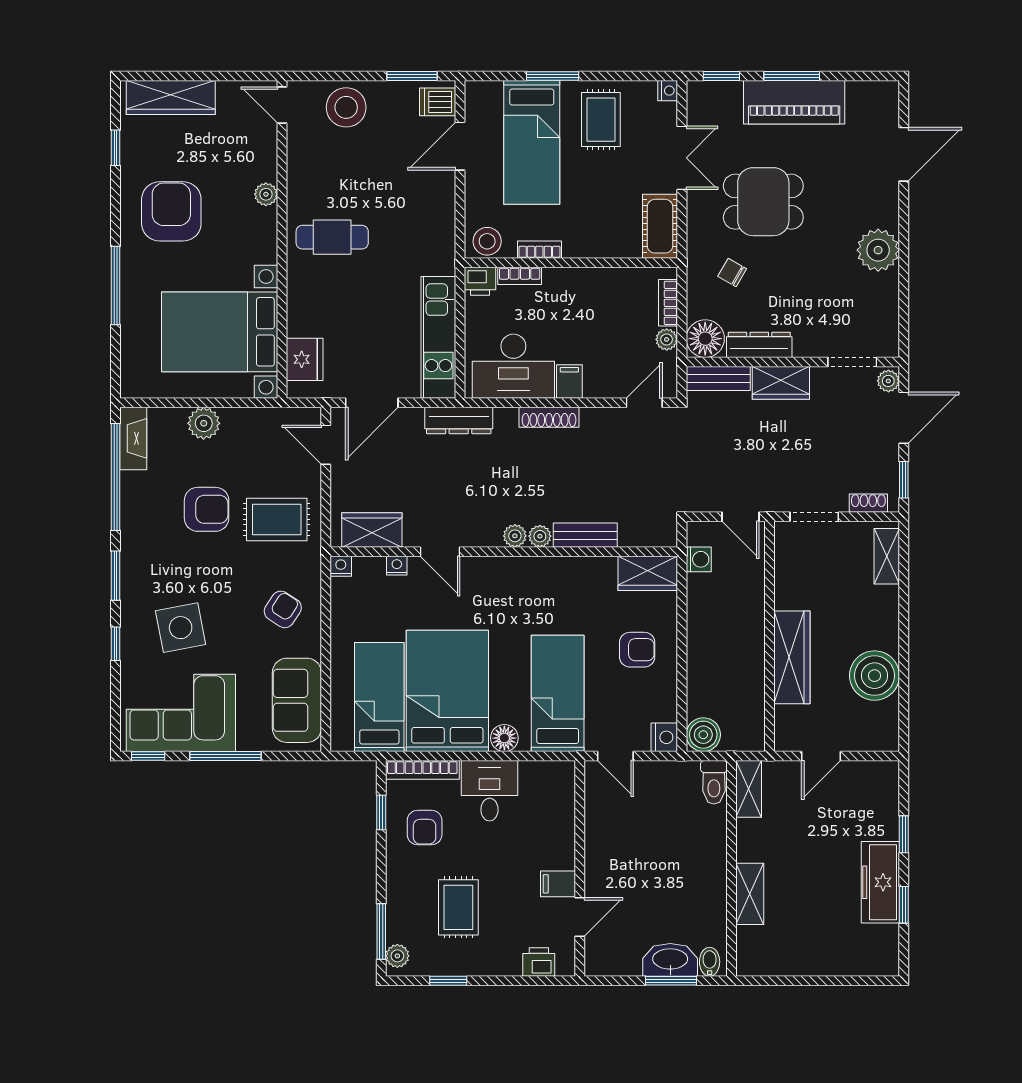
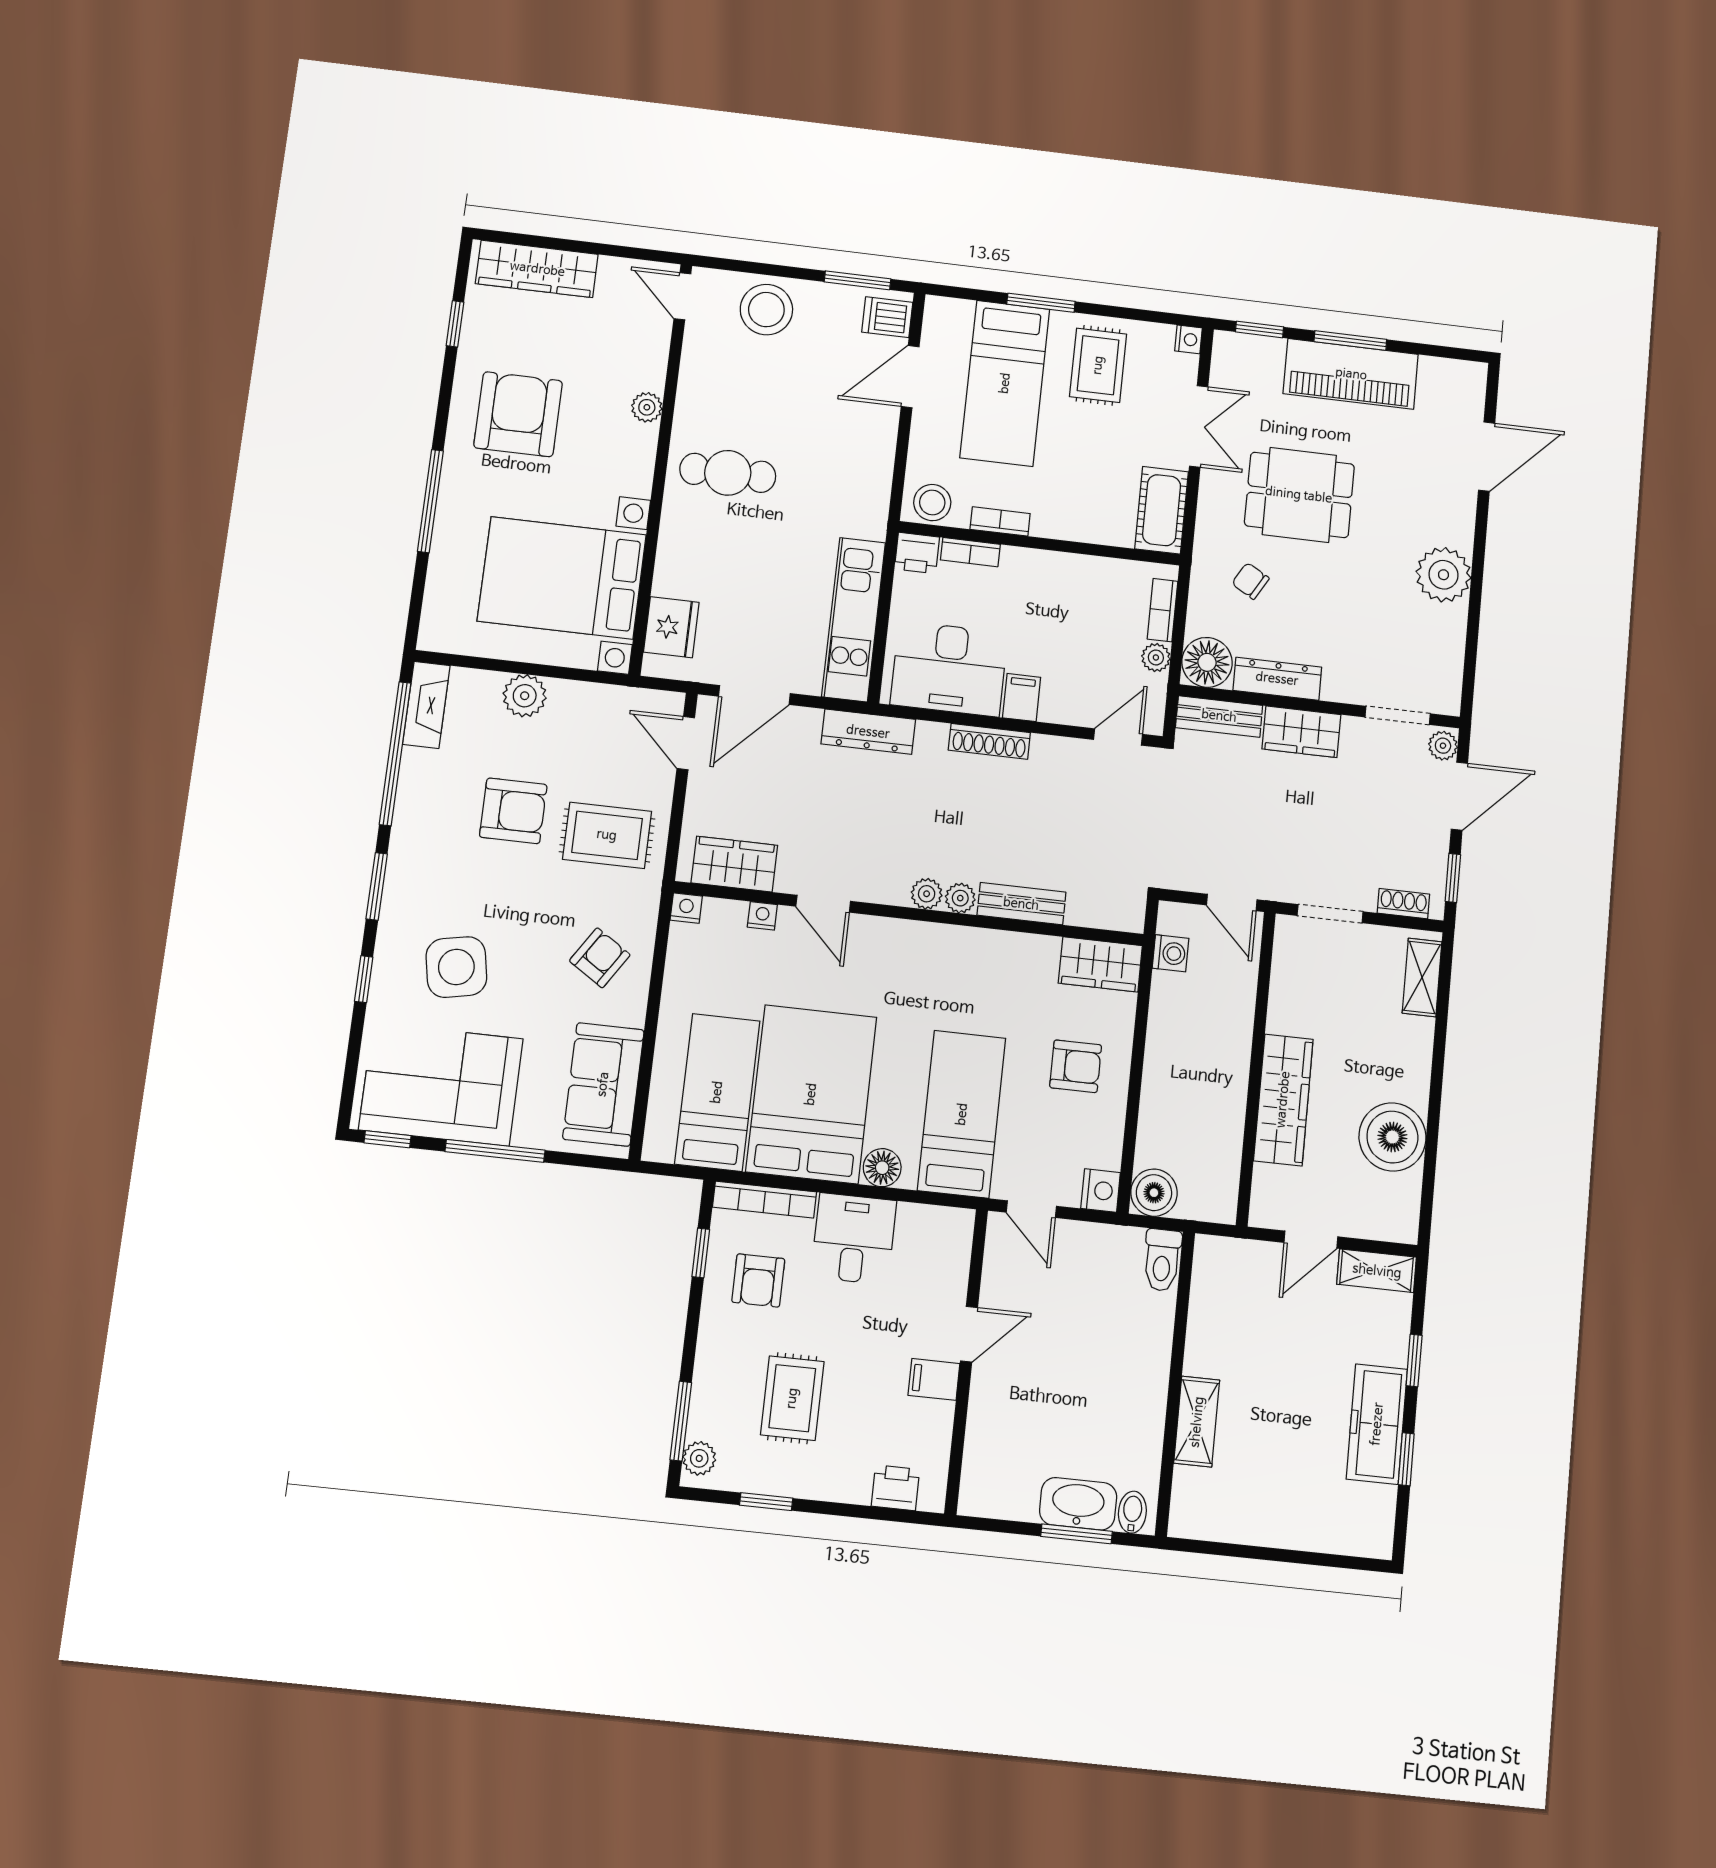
shelving: (749, 789) -> (1377, 1271), moved, turned 90
door: (580, 917) -> (969, 1334), moved

